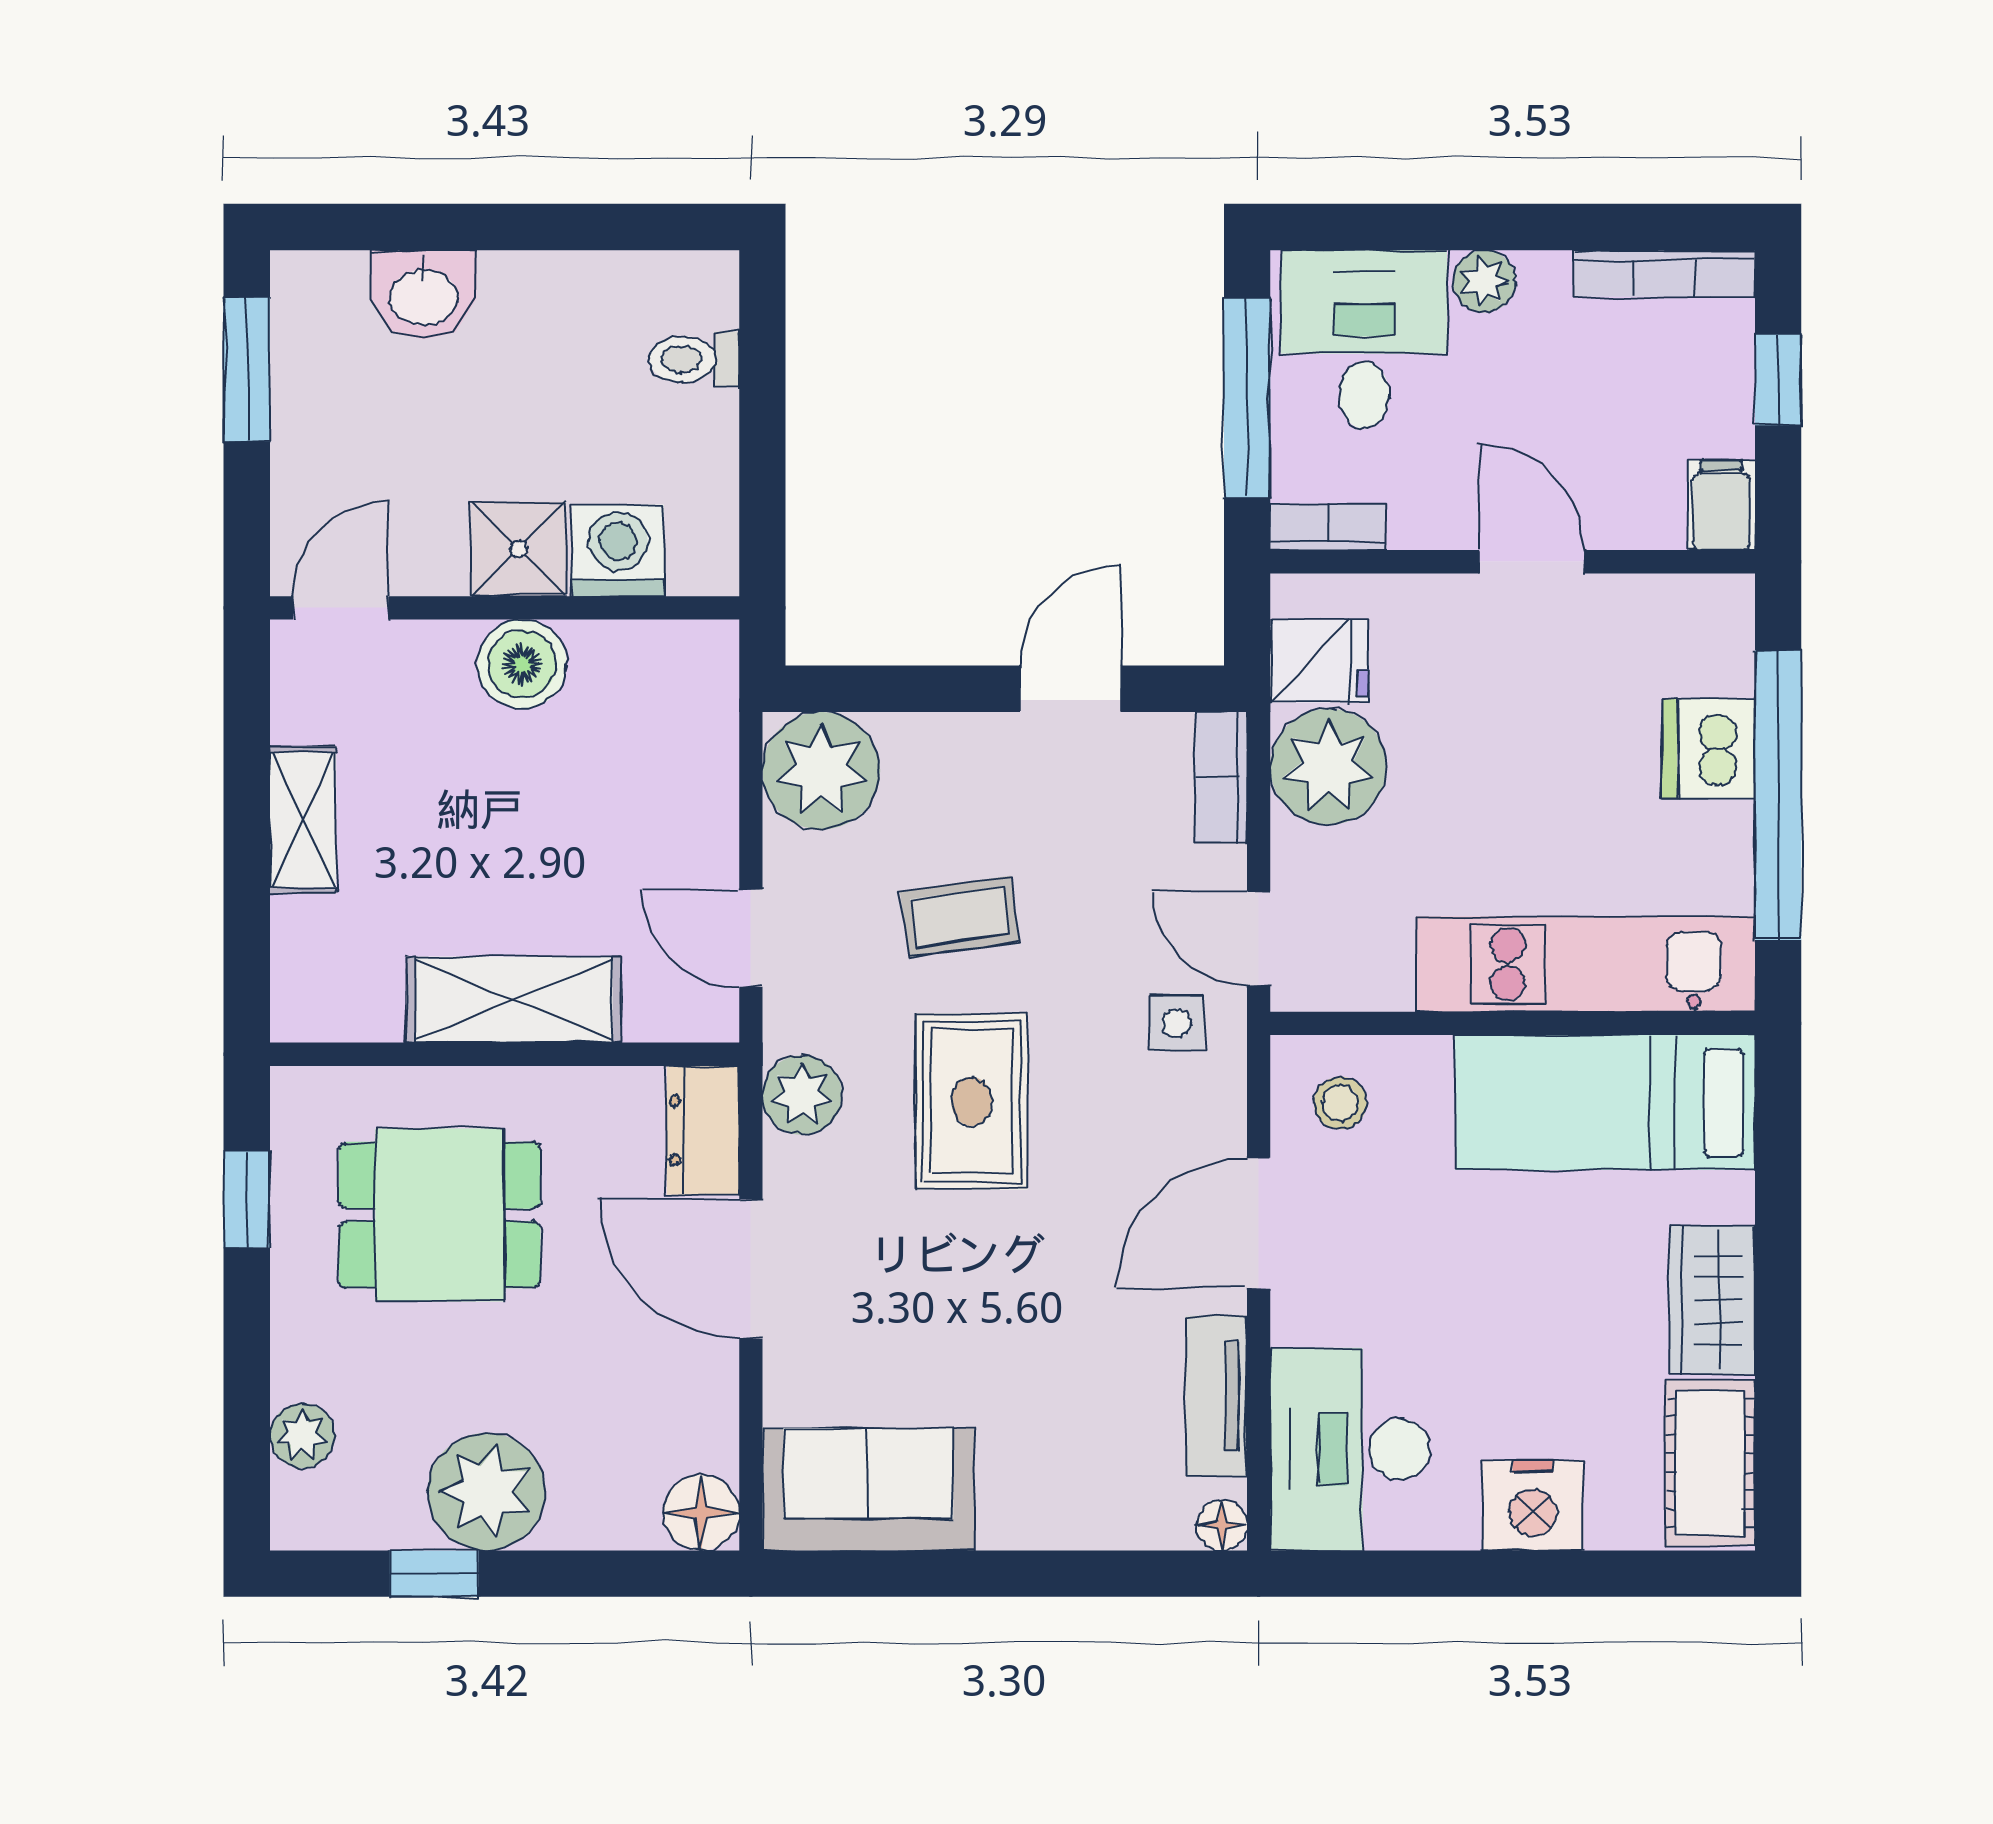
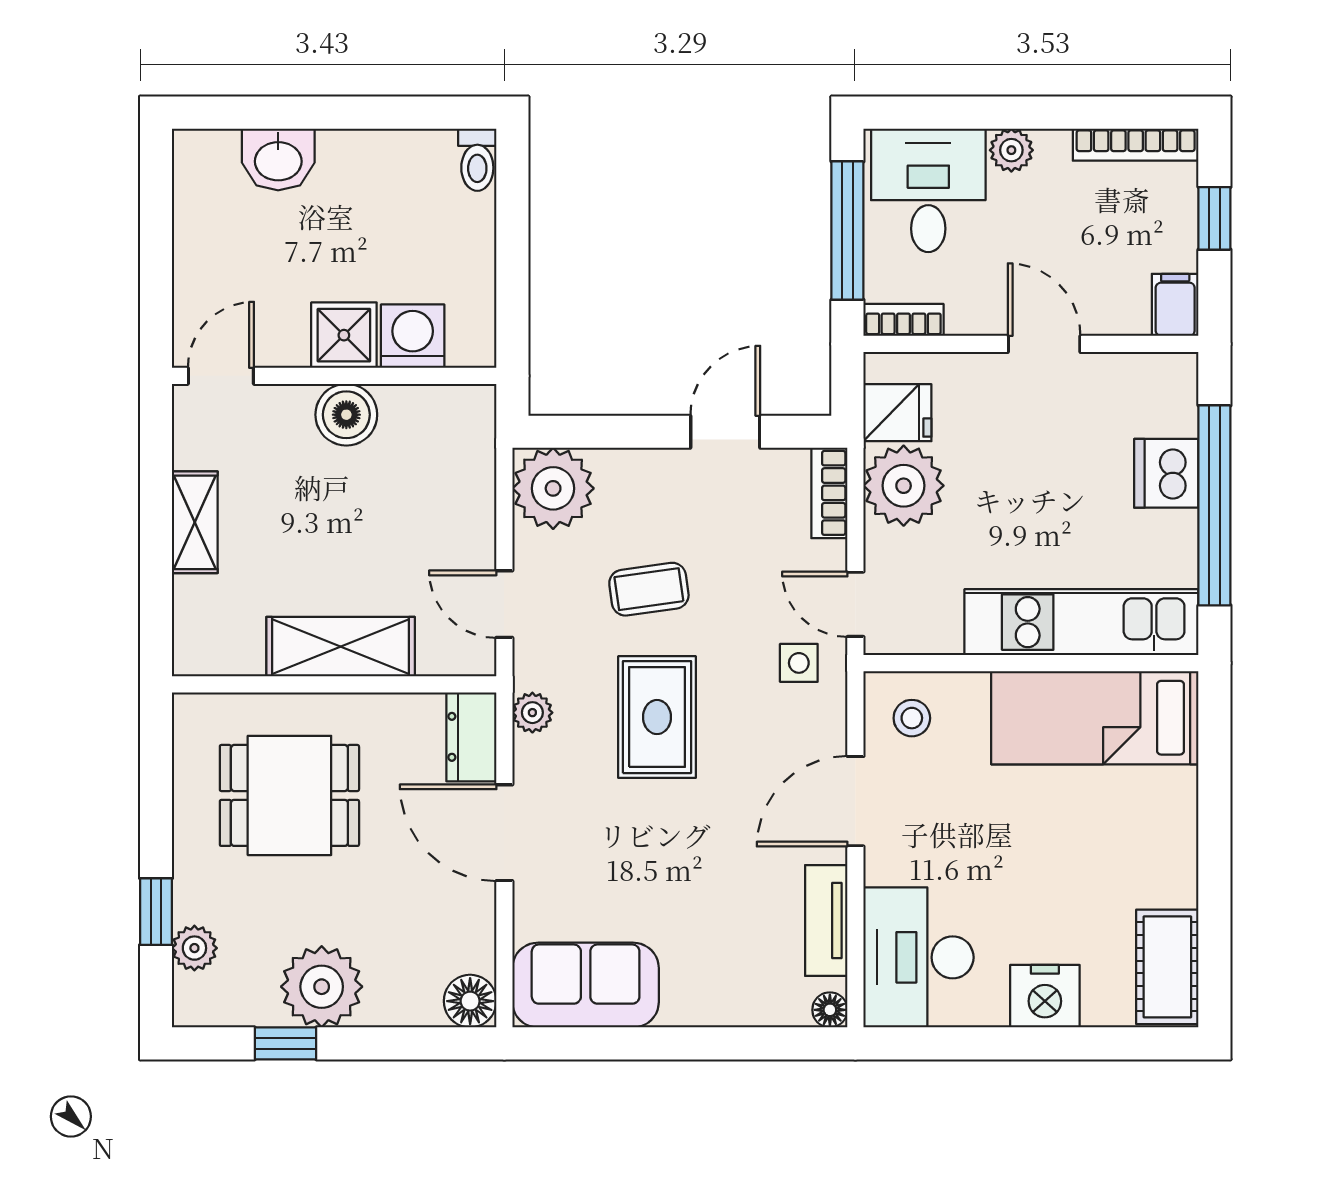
toilet: (694, 359) -> (477, 160), moved, turned -90
window: (247, 369) -> (156, 211), removed
plant: (802, 1095) -> (532, 713), width x0.73, depth x0.73
window: (247, 1199) -> (156, 912), moved
wardrobe: (1712, 1300) -> (1169, 854), removed

